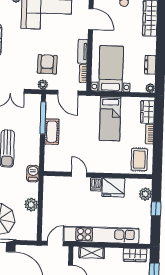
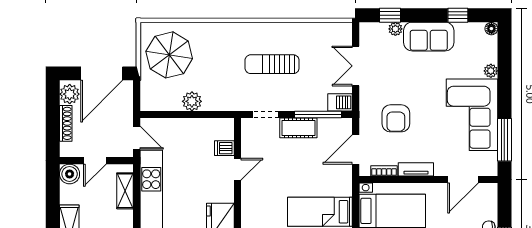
armchair: (47, 64) -> (396, 118), turned 89
plant: (43, 85) -> (366, 113), removed
doorway: (42, 154) -> (266, 114), added
barbecue: (33, 174) -> (340, 102), moved
dishwasher: (96, 184) -> (224, 148), moved

